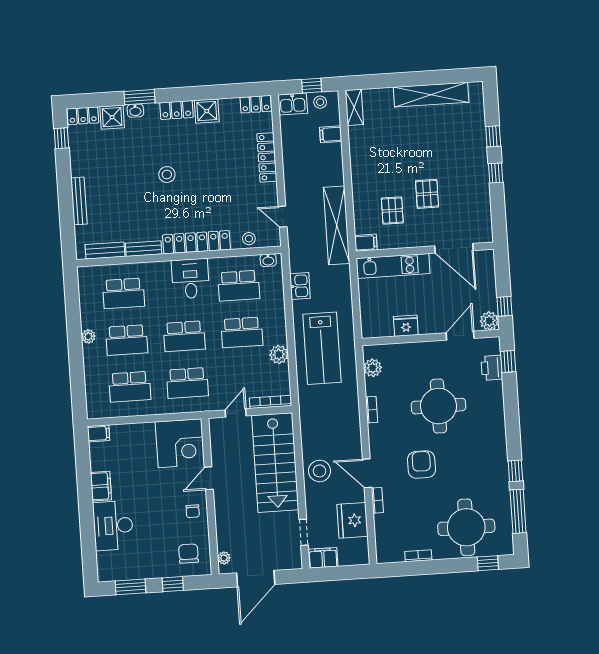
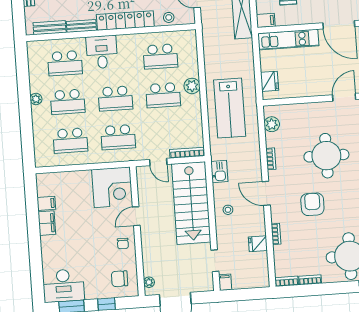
washbasin: (268, 260) -> (185, 35), removed
desk: (190, 279) -> (102, 52), moved
kitchen sink: (300, 286) -> (219, 171), moved
fridge: (406, 326) -> (269, 81), moved, turned 90
plant: (279, 354) -> (192, 86), moved
door: (236, 413) -> (158, 162), swing flipped
filing cabinet: (98, 433) -> (46, 203), moved
stool: (320, 471) -> (228, 210), width x0.53, depth x0.53
door: (367, 473) -> (266, 193), moved
fridge: (352, 520) -> (258, 244), width x0.53, depth x0.75
desk: (113, 526) -> (63, 286), moved, turned -90
chair: (188, 554) -> (120, 279), turned -90
bookcase: (390, 557) -> (287, 281), added
filing cabinet: (323, 558) -> (225, 282), width x0.50

